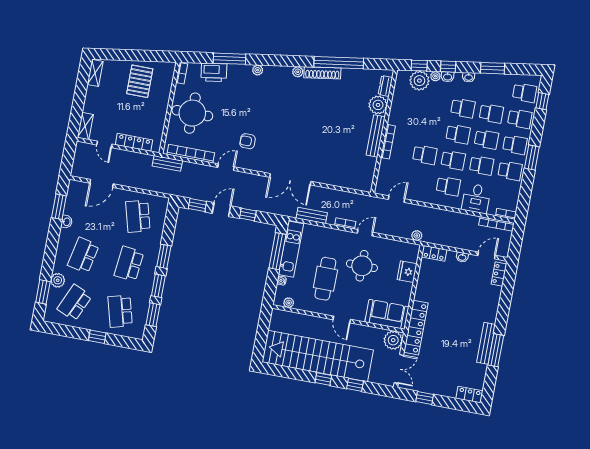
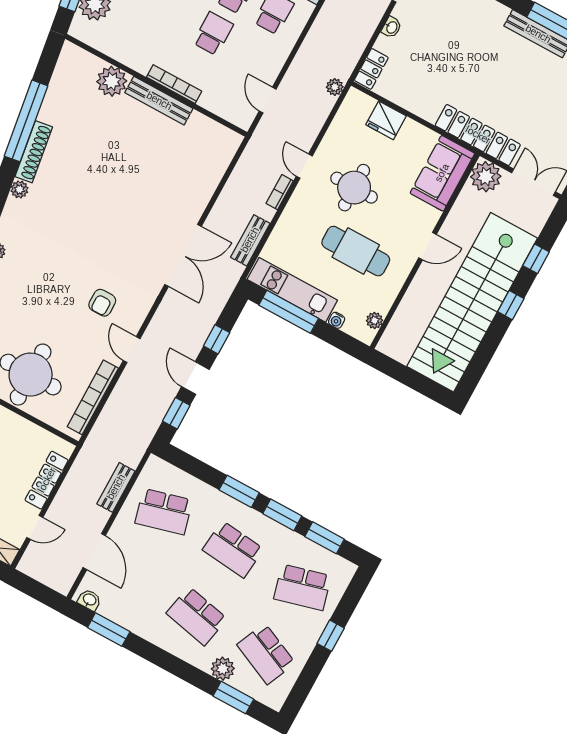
dresser: (385, 86) -> (86, 60), removed
bench: (167, 163) -> (116, 487), moved
washbasin: (67, 222) -> (89, 600), moved

